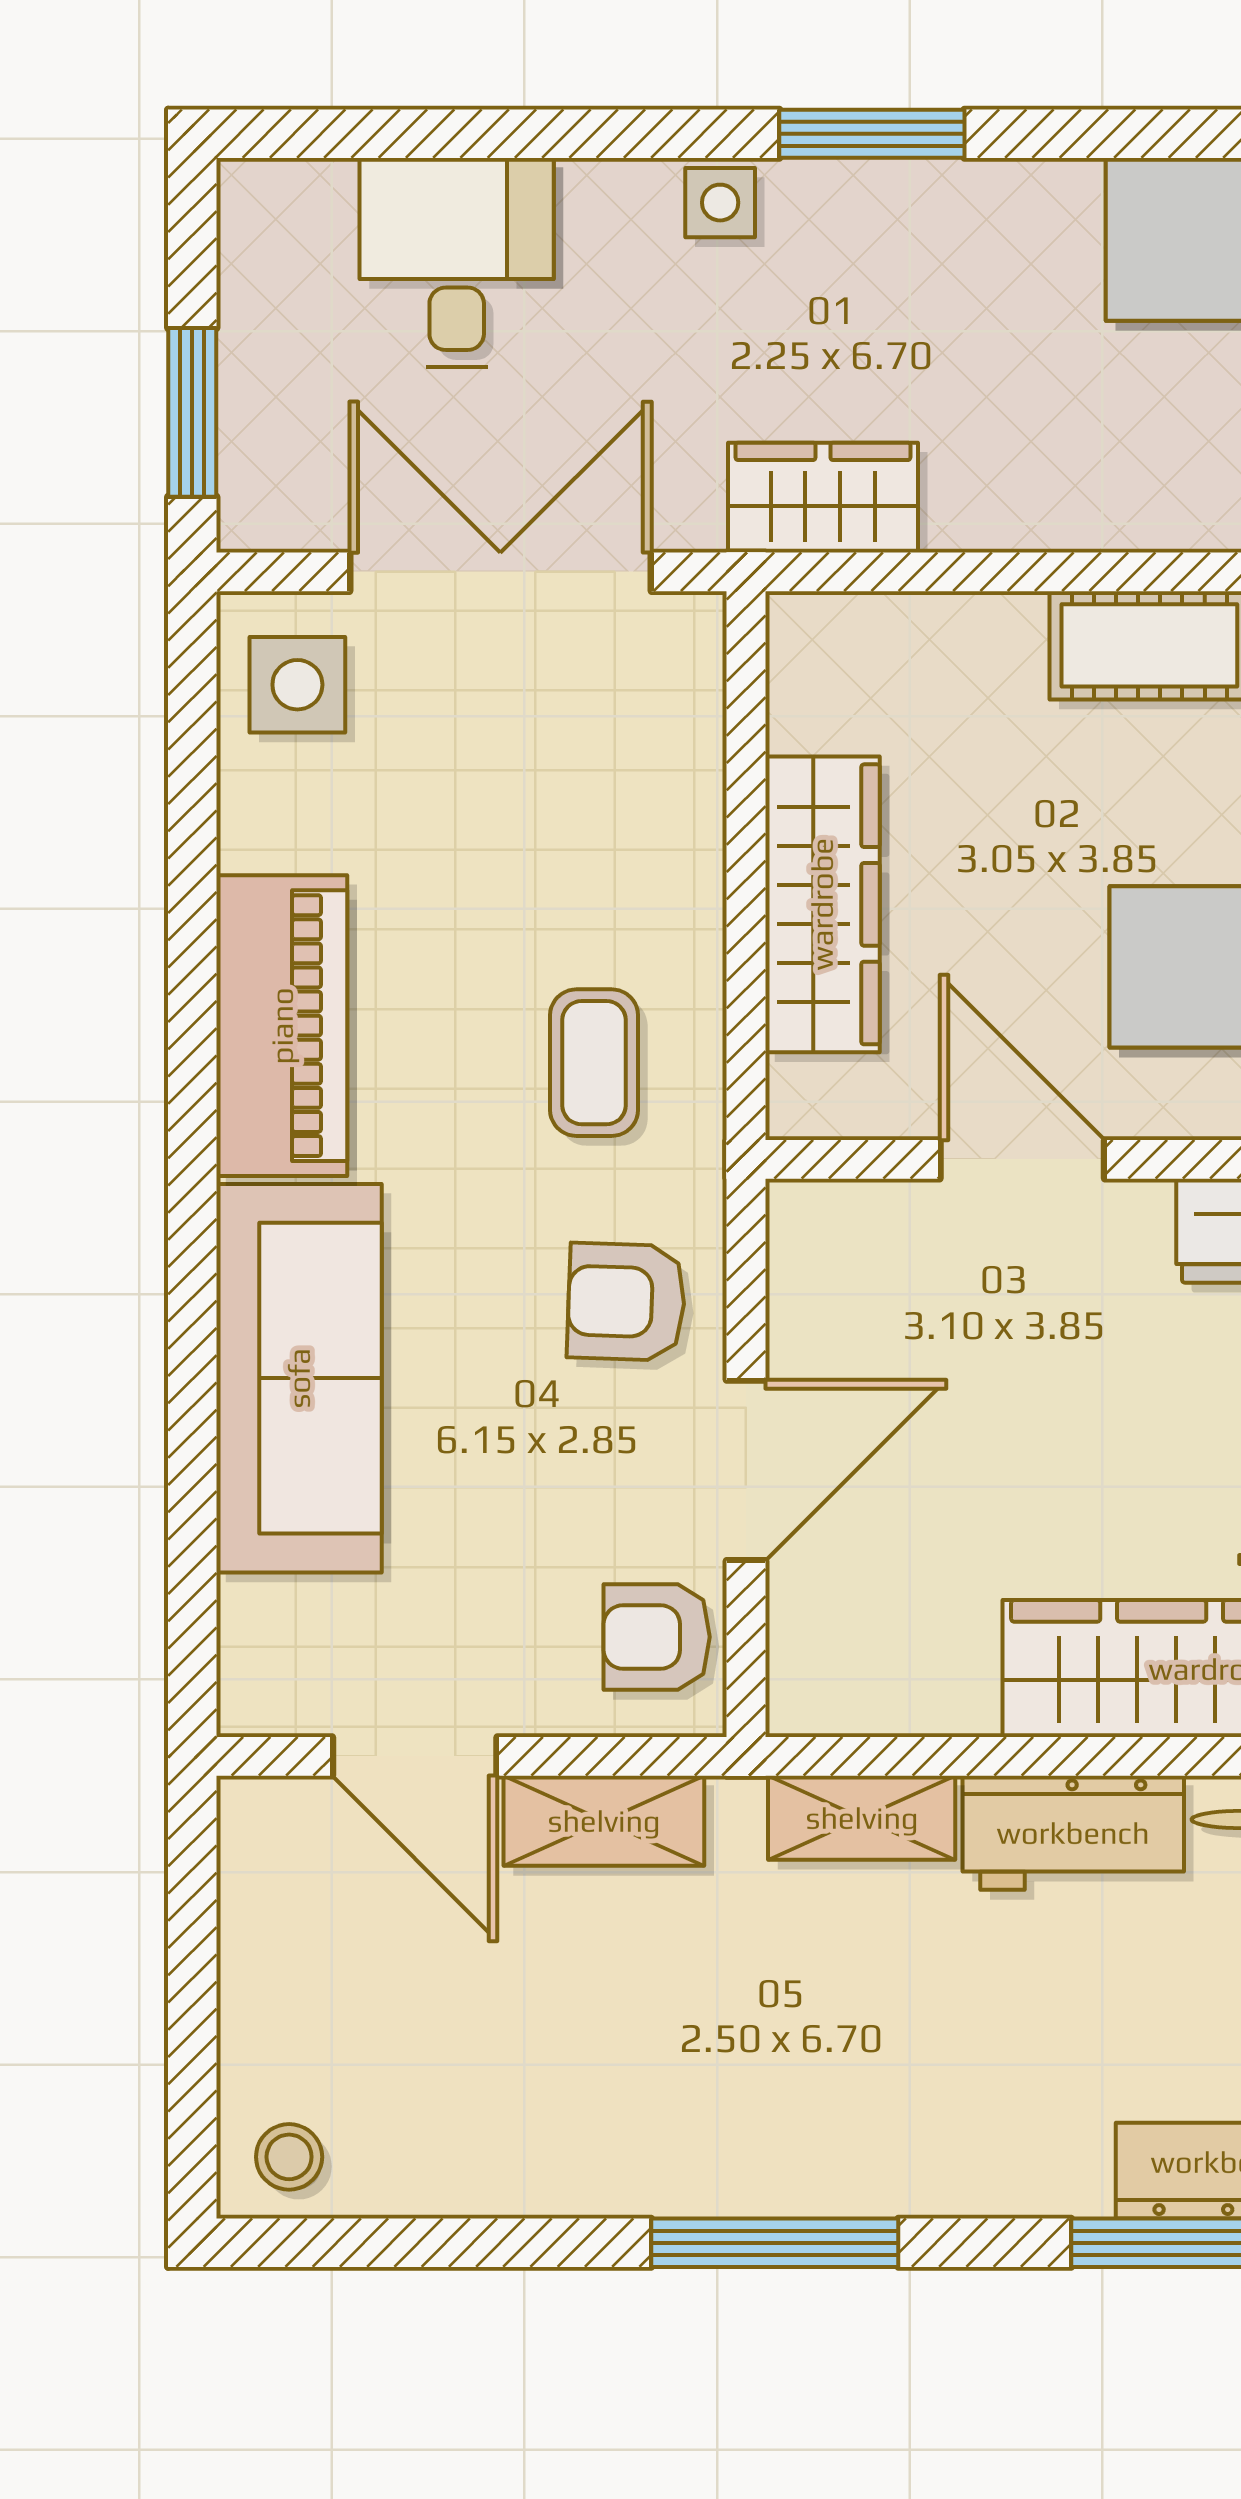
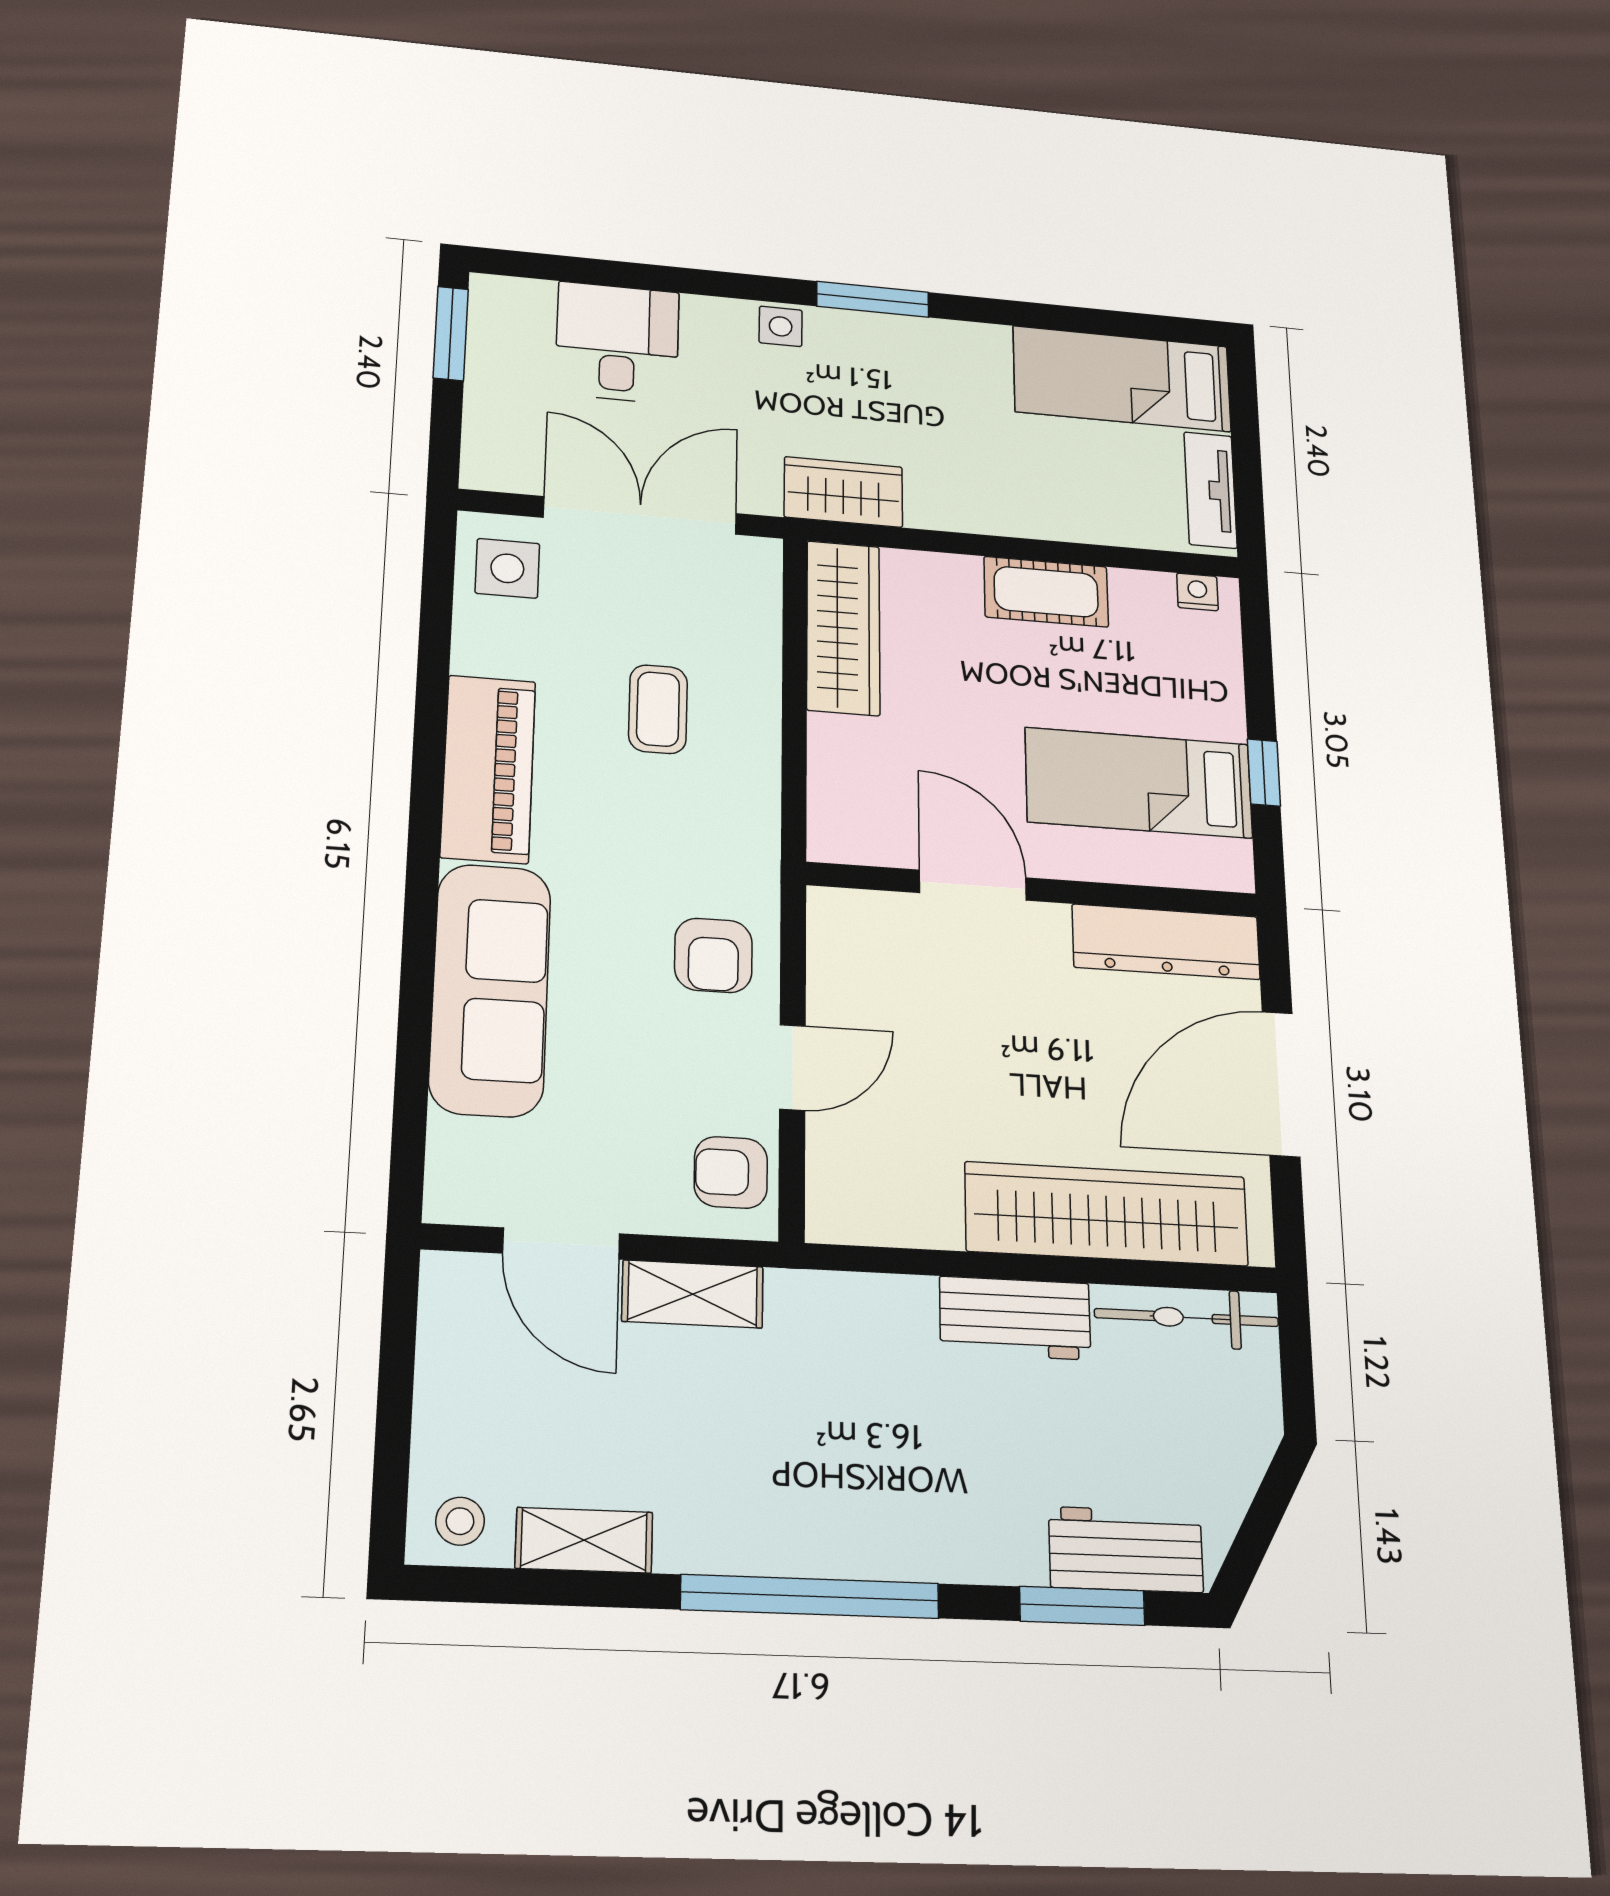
window: (192, 412) -> (451, 333), moved
wardrobe: (822, 904) -> (843, 628), moved
coffee table: (594, 1063) -> (658, 709), moved
armchair: (626, 1302) -> (713, 955), turned -92
door: (746, 1470) -> (792, 1067), width x0.73
shelving: (862, 1818) -> (584, 1540), moved
window: (775, 2243) -> (810, 1597), width x1.46

